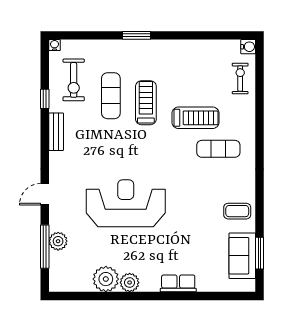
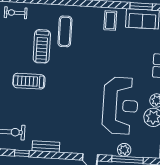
exercise mat: (111, 96) -> (22, 106), removed
treadmill: (196, 118) -> (42, 46), turned 180
reception desk: (126, 203) -> (120, 106), moved, turned 180

